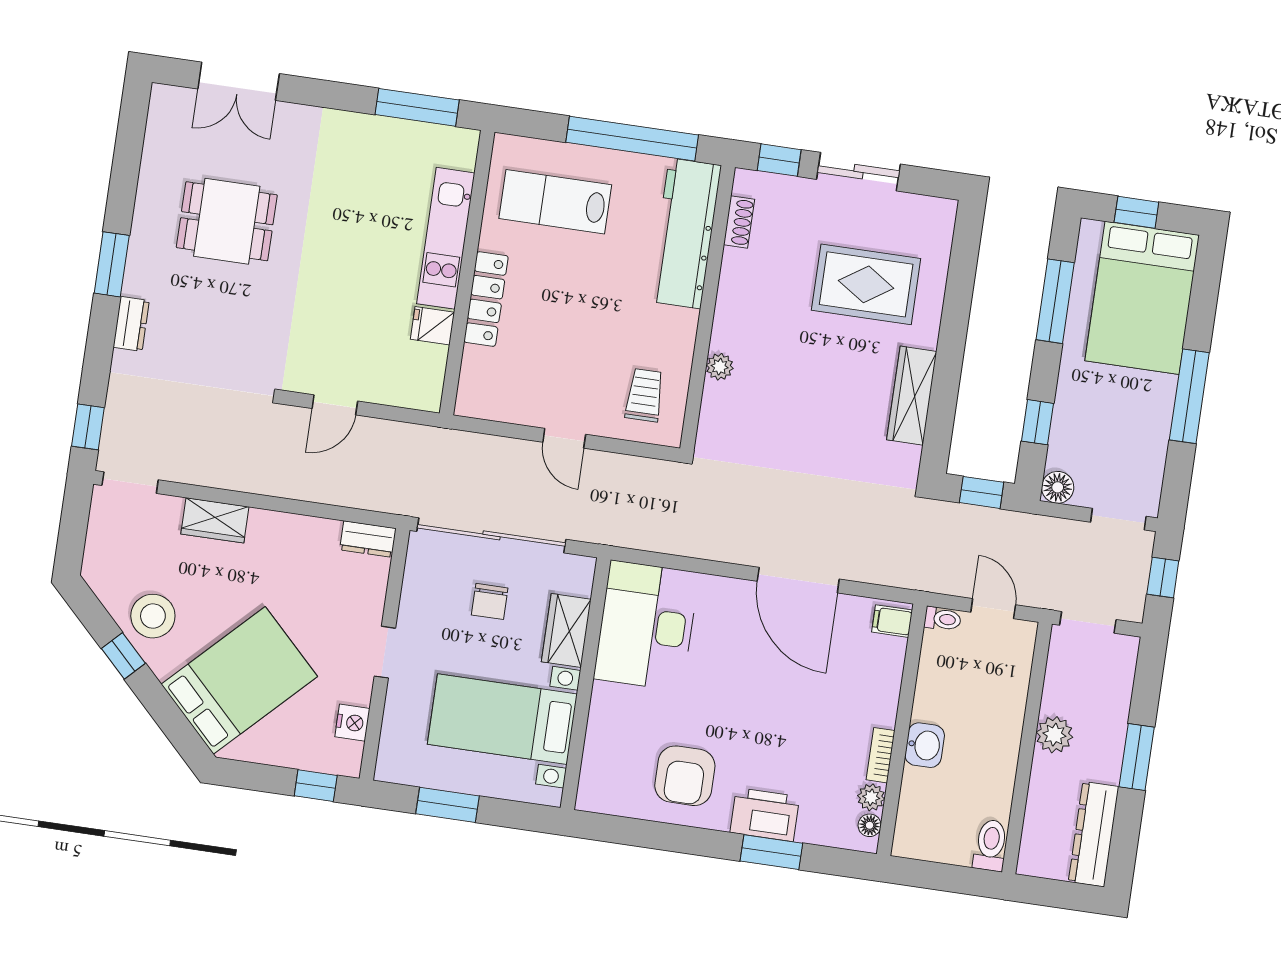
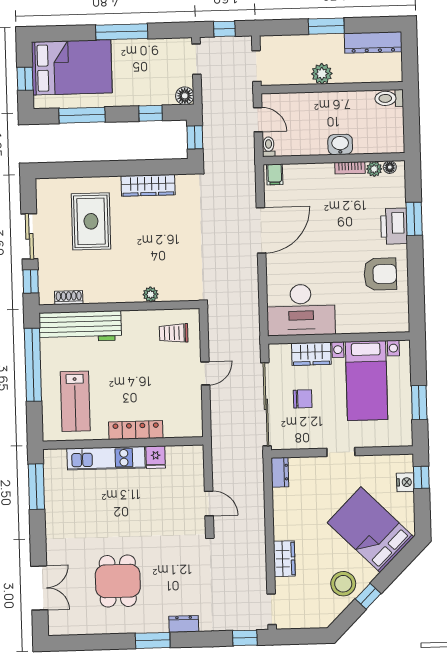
door: (993, 609) -> (258, 120), swing flipped
nightstand: (352, 723) -> (405, 482), moved, turned 90

